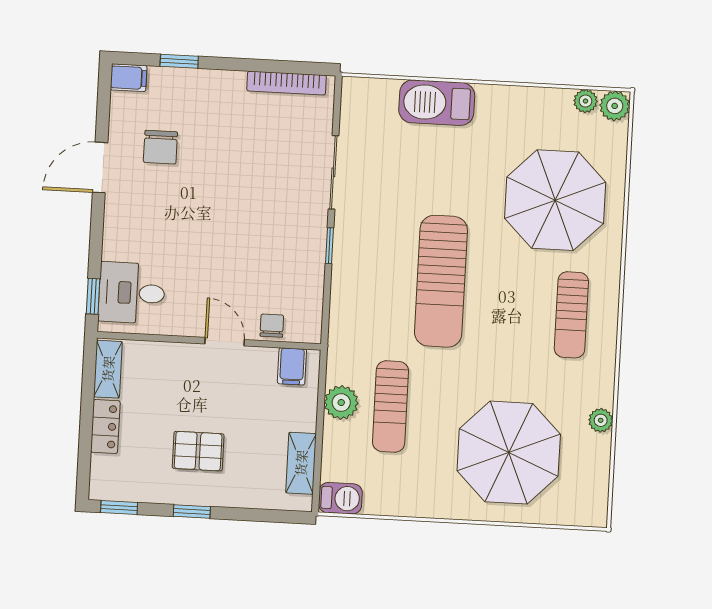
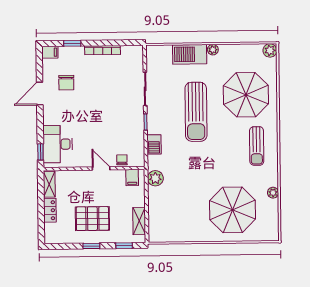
bookcase: (287, 83) -> (103, 50), moved
plant: (585, 101) -> (213, 50), moved
sun lounger: (441, 281) -> (196, 112), moved
desk: (132, 293) -> (58, 144), width x1.37
plant: (341, 403) -> (155, 178), moved
sun lounger: (390, 407) -> (178, 193), removed
pallet: (198, 451) -> (92, 219), width x1.50, depth x1.42
barbecue: (340, 498) -> (154, 144), moved, turned 90
window: (119, 508) -> (124, 246), moved

